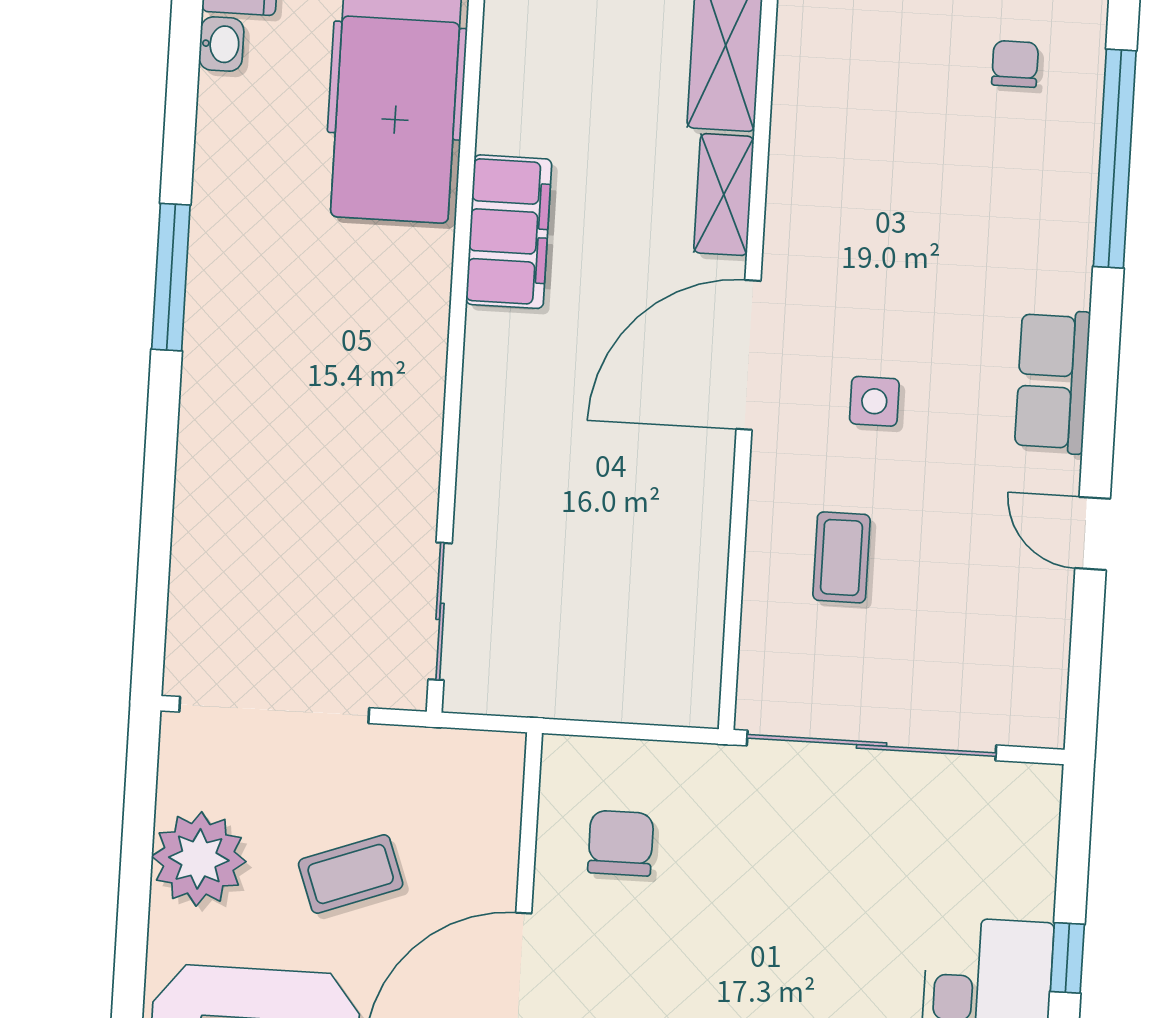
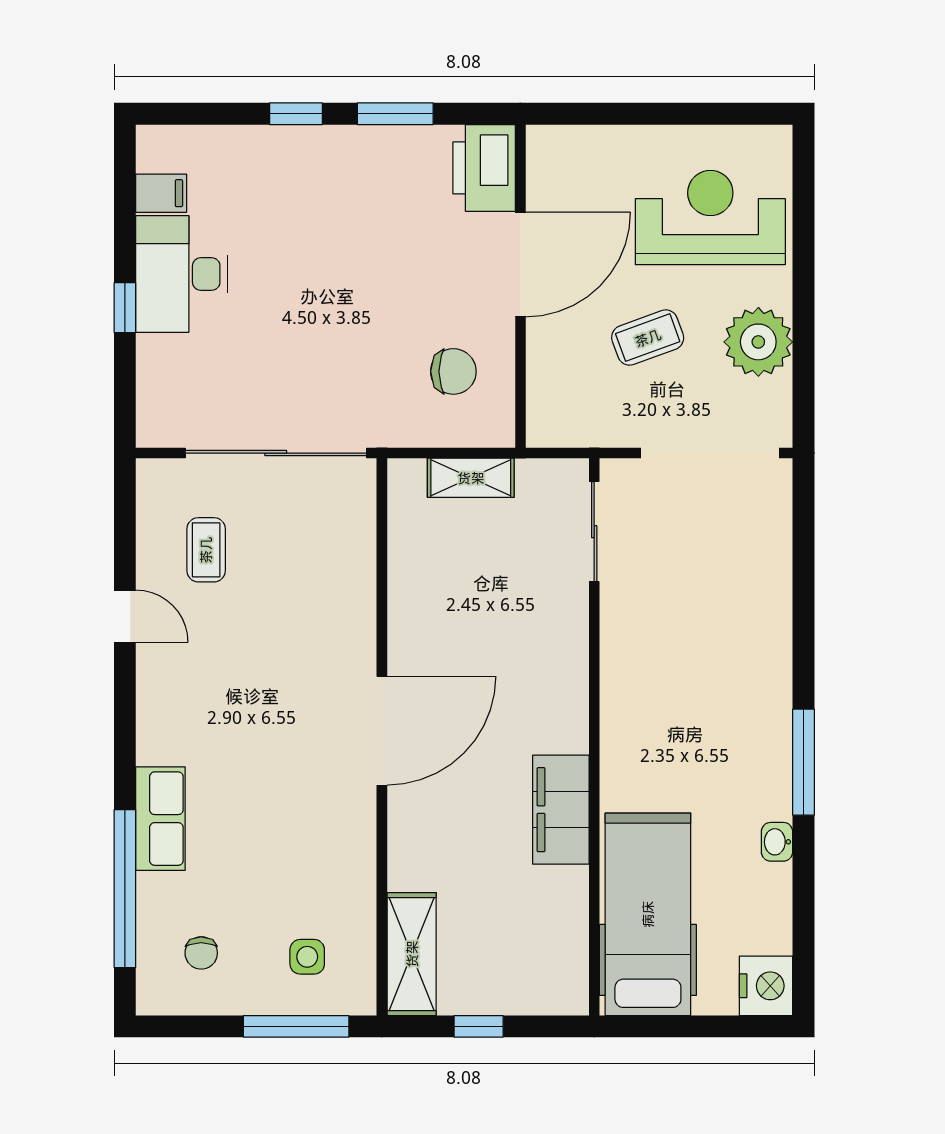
washbasin: (221, 44) -> (777, 842), moved
shelving: (724, 195) -> (471, 478), moved, turned 90
row of seats: (1052, 381) -> (160, 819), moved
side table: (874, 401) -> (307, 957), moved
coffee table: (841, 557) -> (206, 550), moved
chair: (621, 843) -> (453, 371), turned -90

